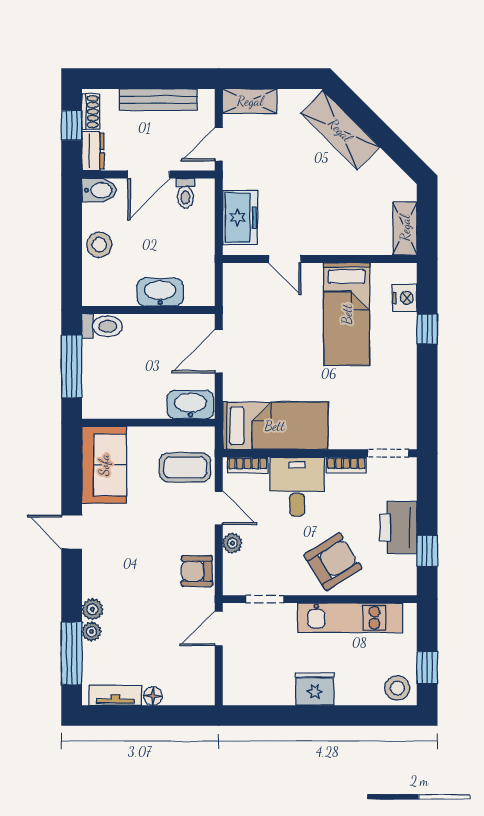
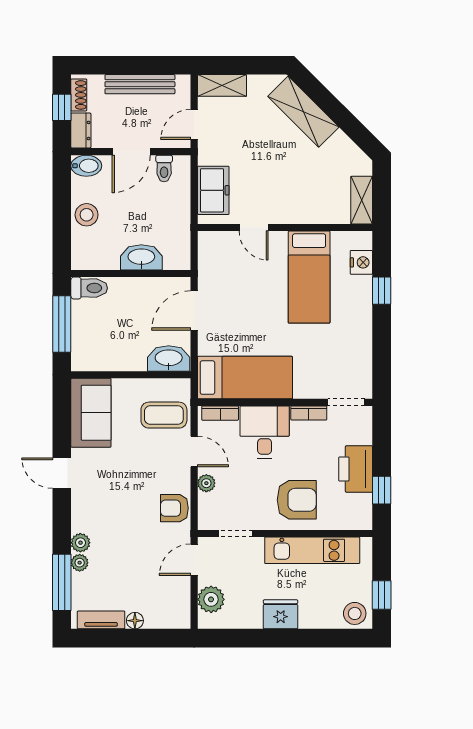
armchair: (333, 562) -> (297, 500), turned 32
plant: (238, 672) -> (211, 599), added

